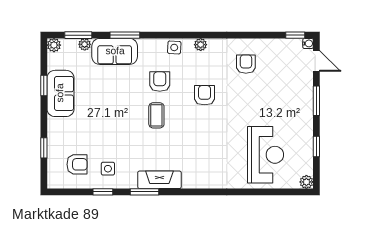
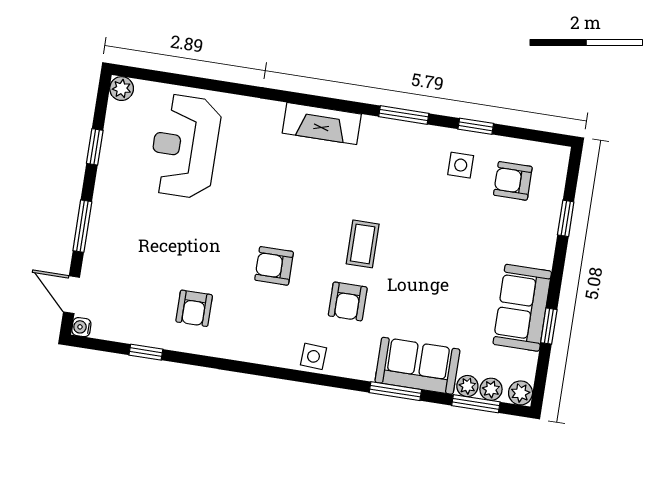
window: (295, 35) -> (146, 352), moved
plant: (201, 45) -> (491, 389), moved
armchair: (205, 95) -> (274, 266), turned 90
fireplace: (159, 180) -> (322, 124), moved

